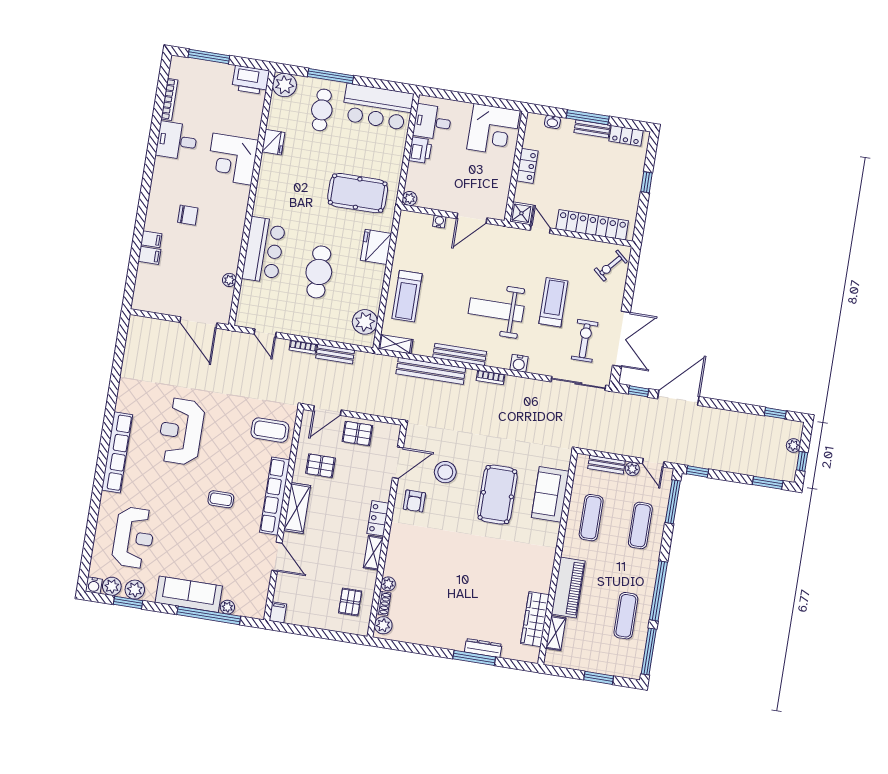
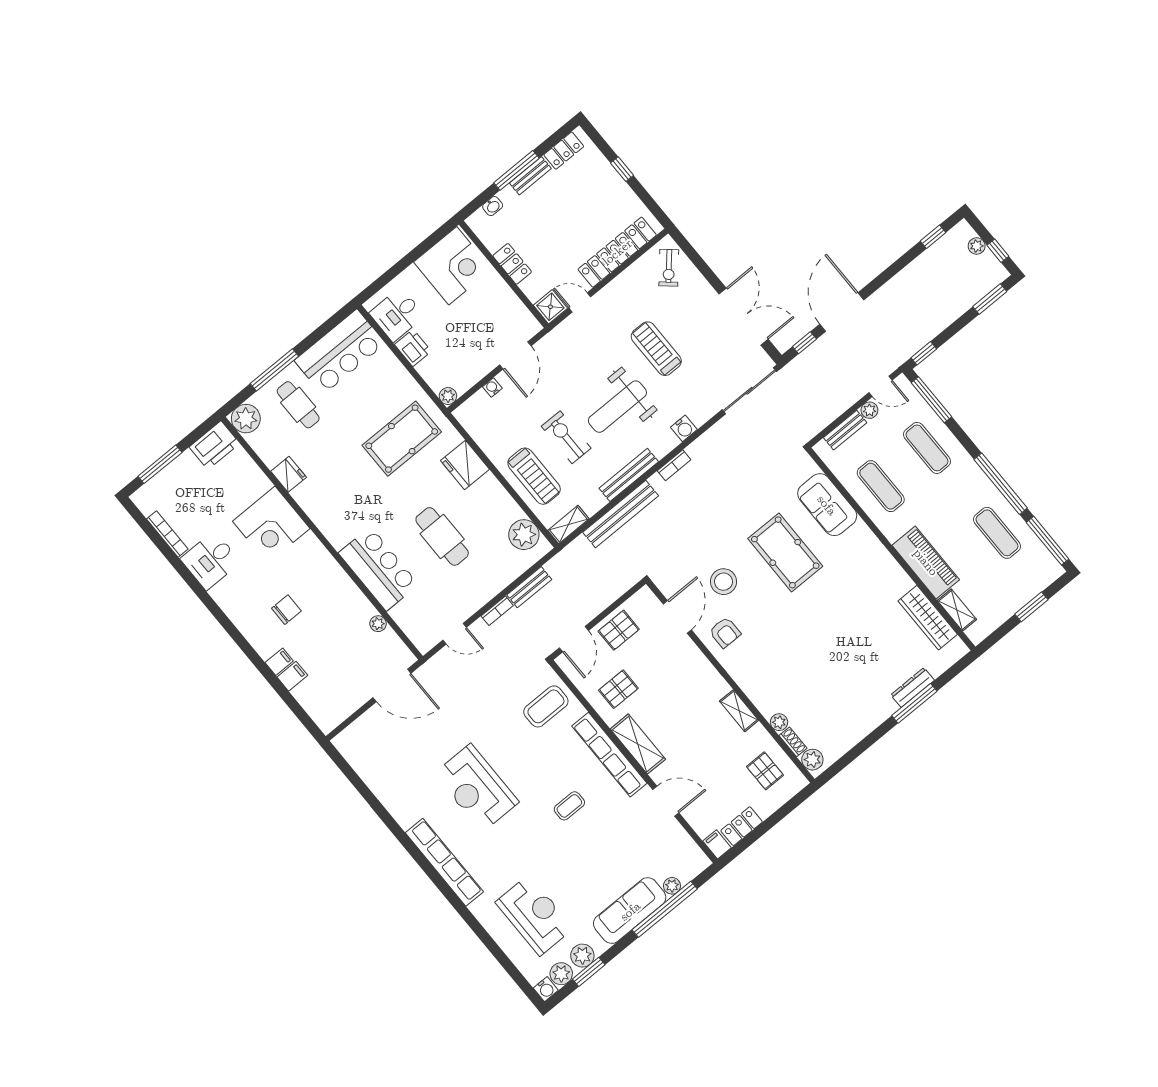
exercise bike: (585, 341) -> (566, 437), moved
locker: (378, 518) -> (742, 826), moved, turned 90

